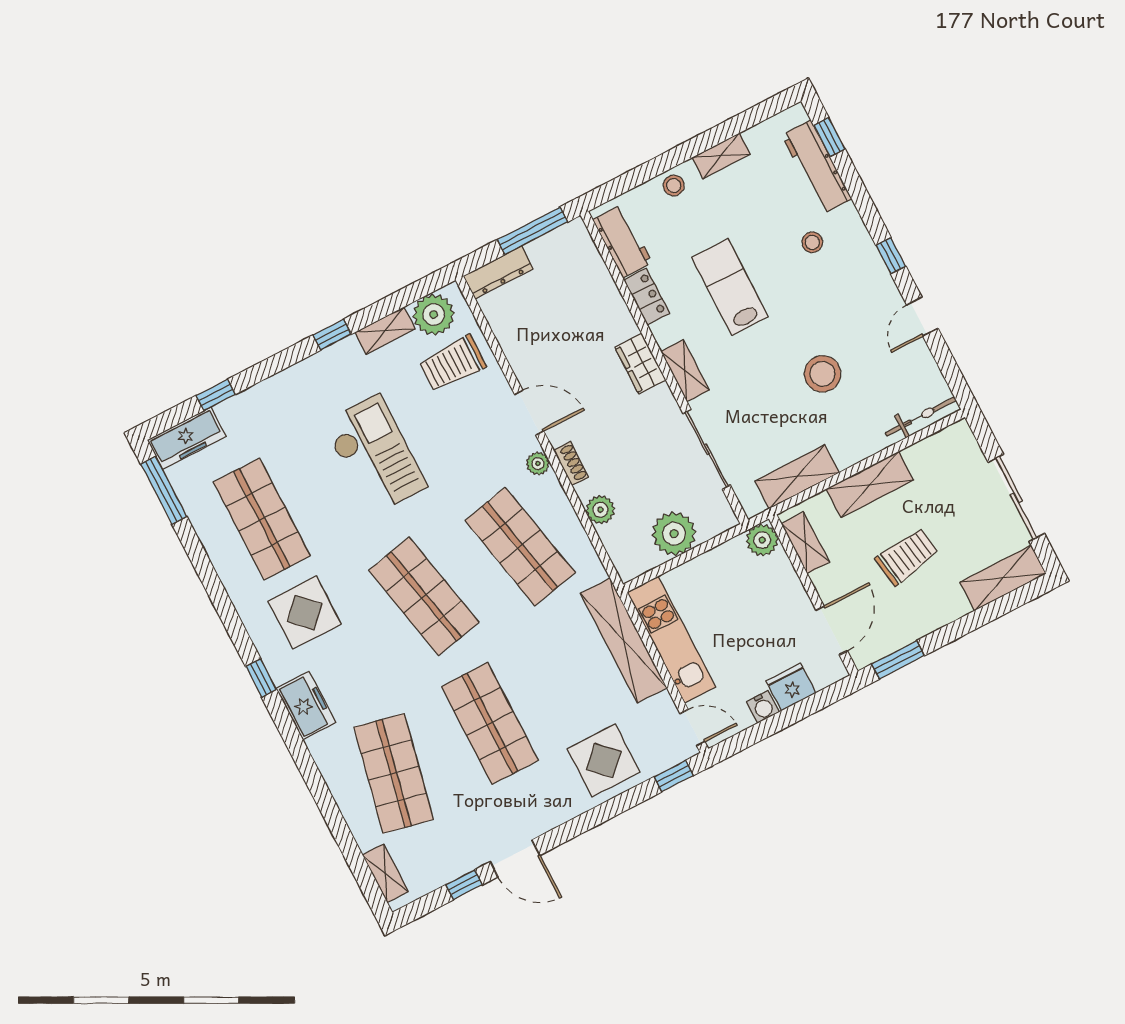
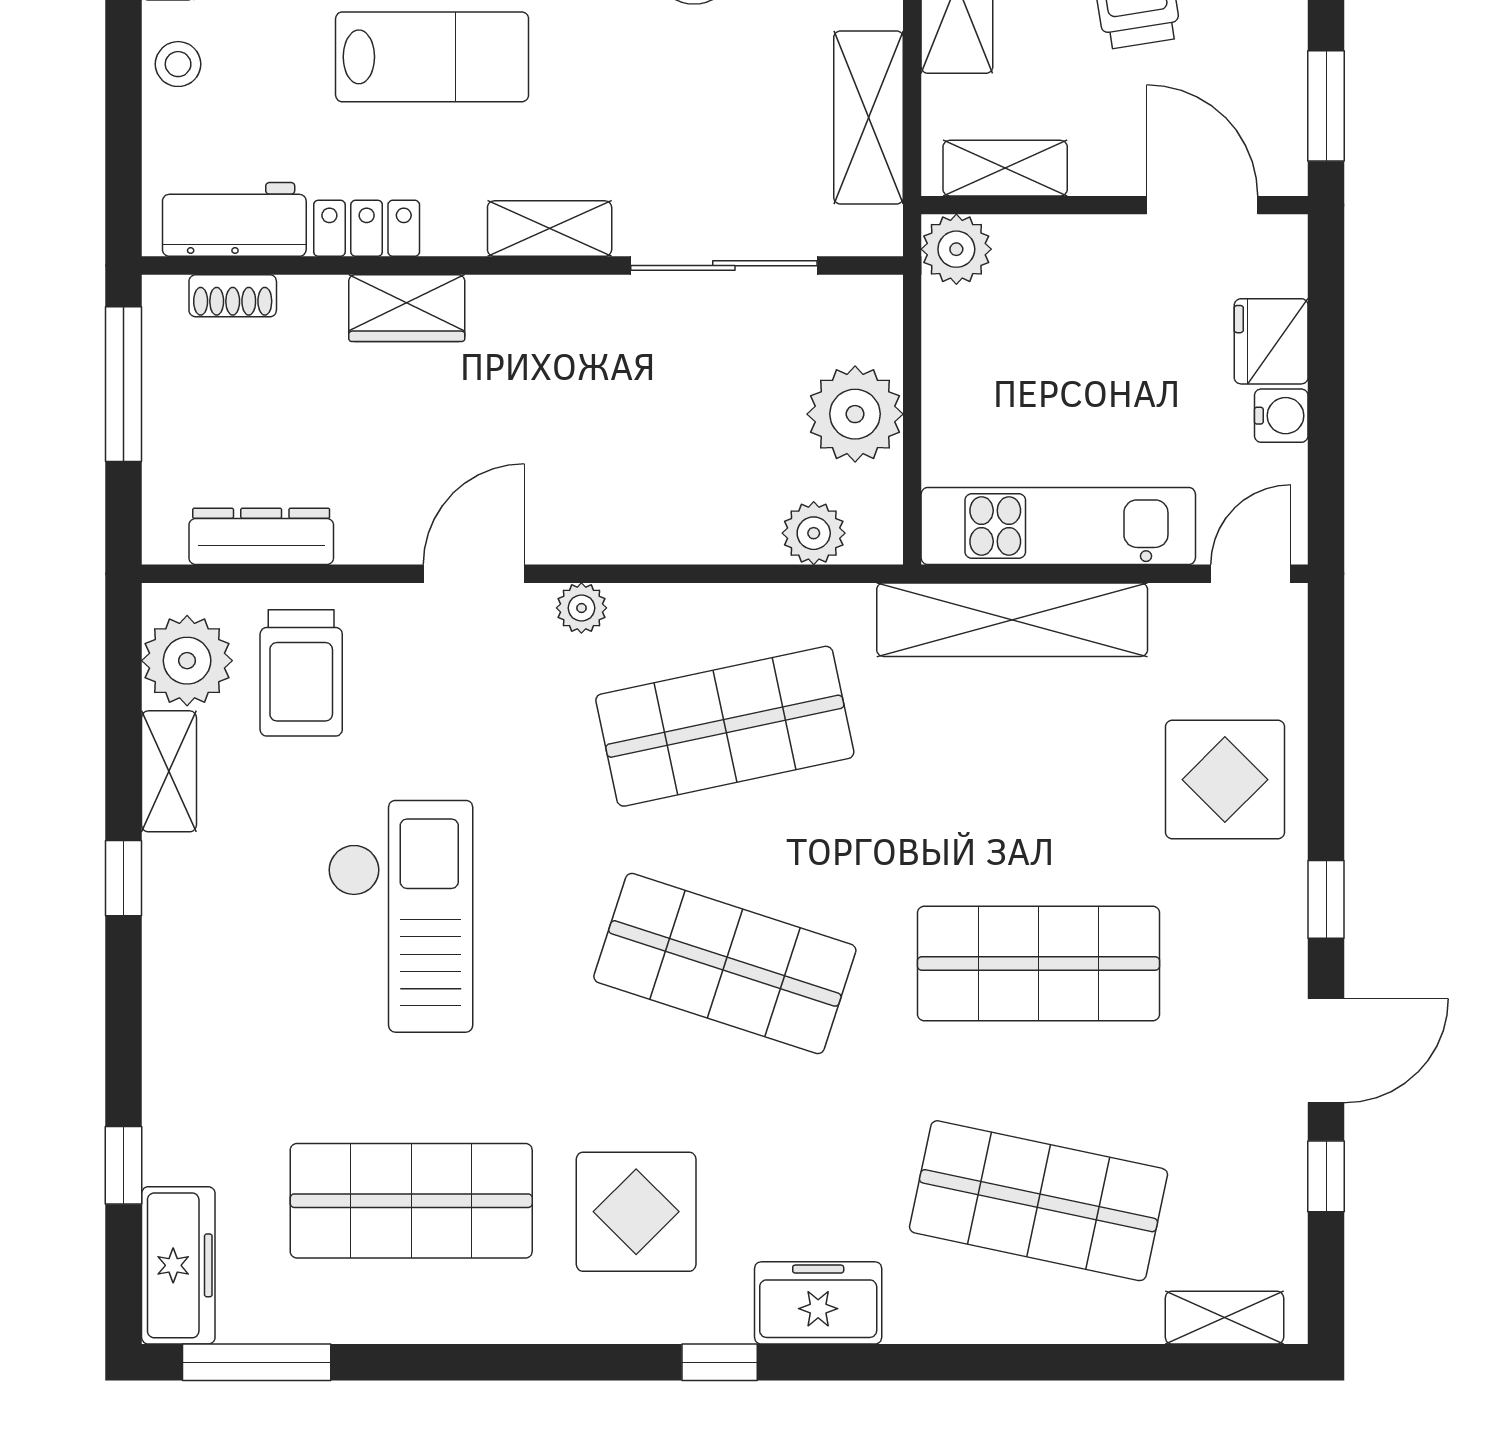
dresser: (498, 272) -> (261, 536), moved, turned -90
lab bench: (730, 287) -> (432, 57), turned 180
wardrobe: (640, 364) -> (407, 308), moved
checkout: (375, 455) -> (400, 916), turned 90
shoe rack: (571, 464) -> (233, 296), moved, turned 180
plant: (600, 510) -> (814, 533), moved
shop shelf: (424, 596) -> (725, 963), turned 30
window: (674, 776) -> (1326, 899), moved

